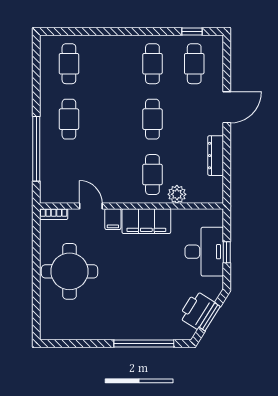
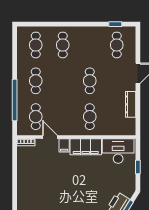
cafe table: (152, 64) -> (63, 45), moved
cafe table: (69, 175) -> (36, 117), added
plant: (177, 194) -> (106, 129), removed
desk: (204, 252) -> (118, 151), moved, turned -90
round table: (69, 271) -> (36, 179), removed

